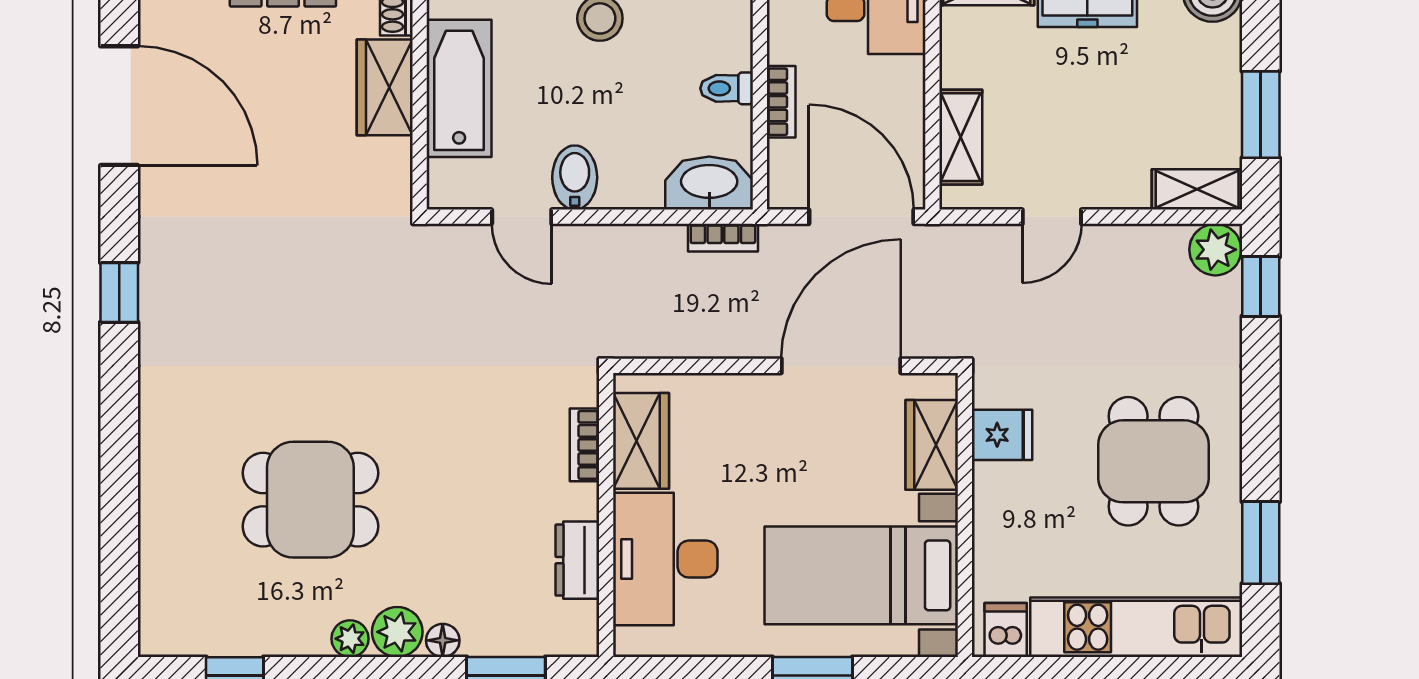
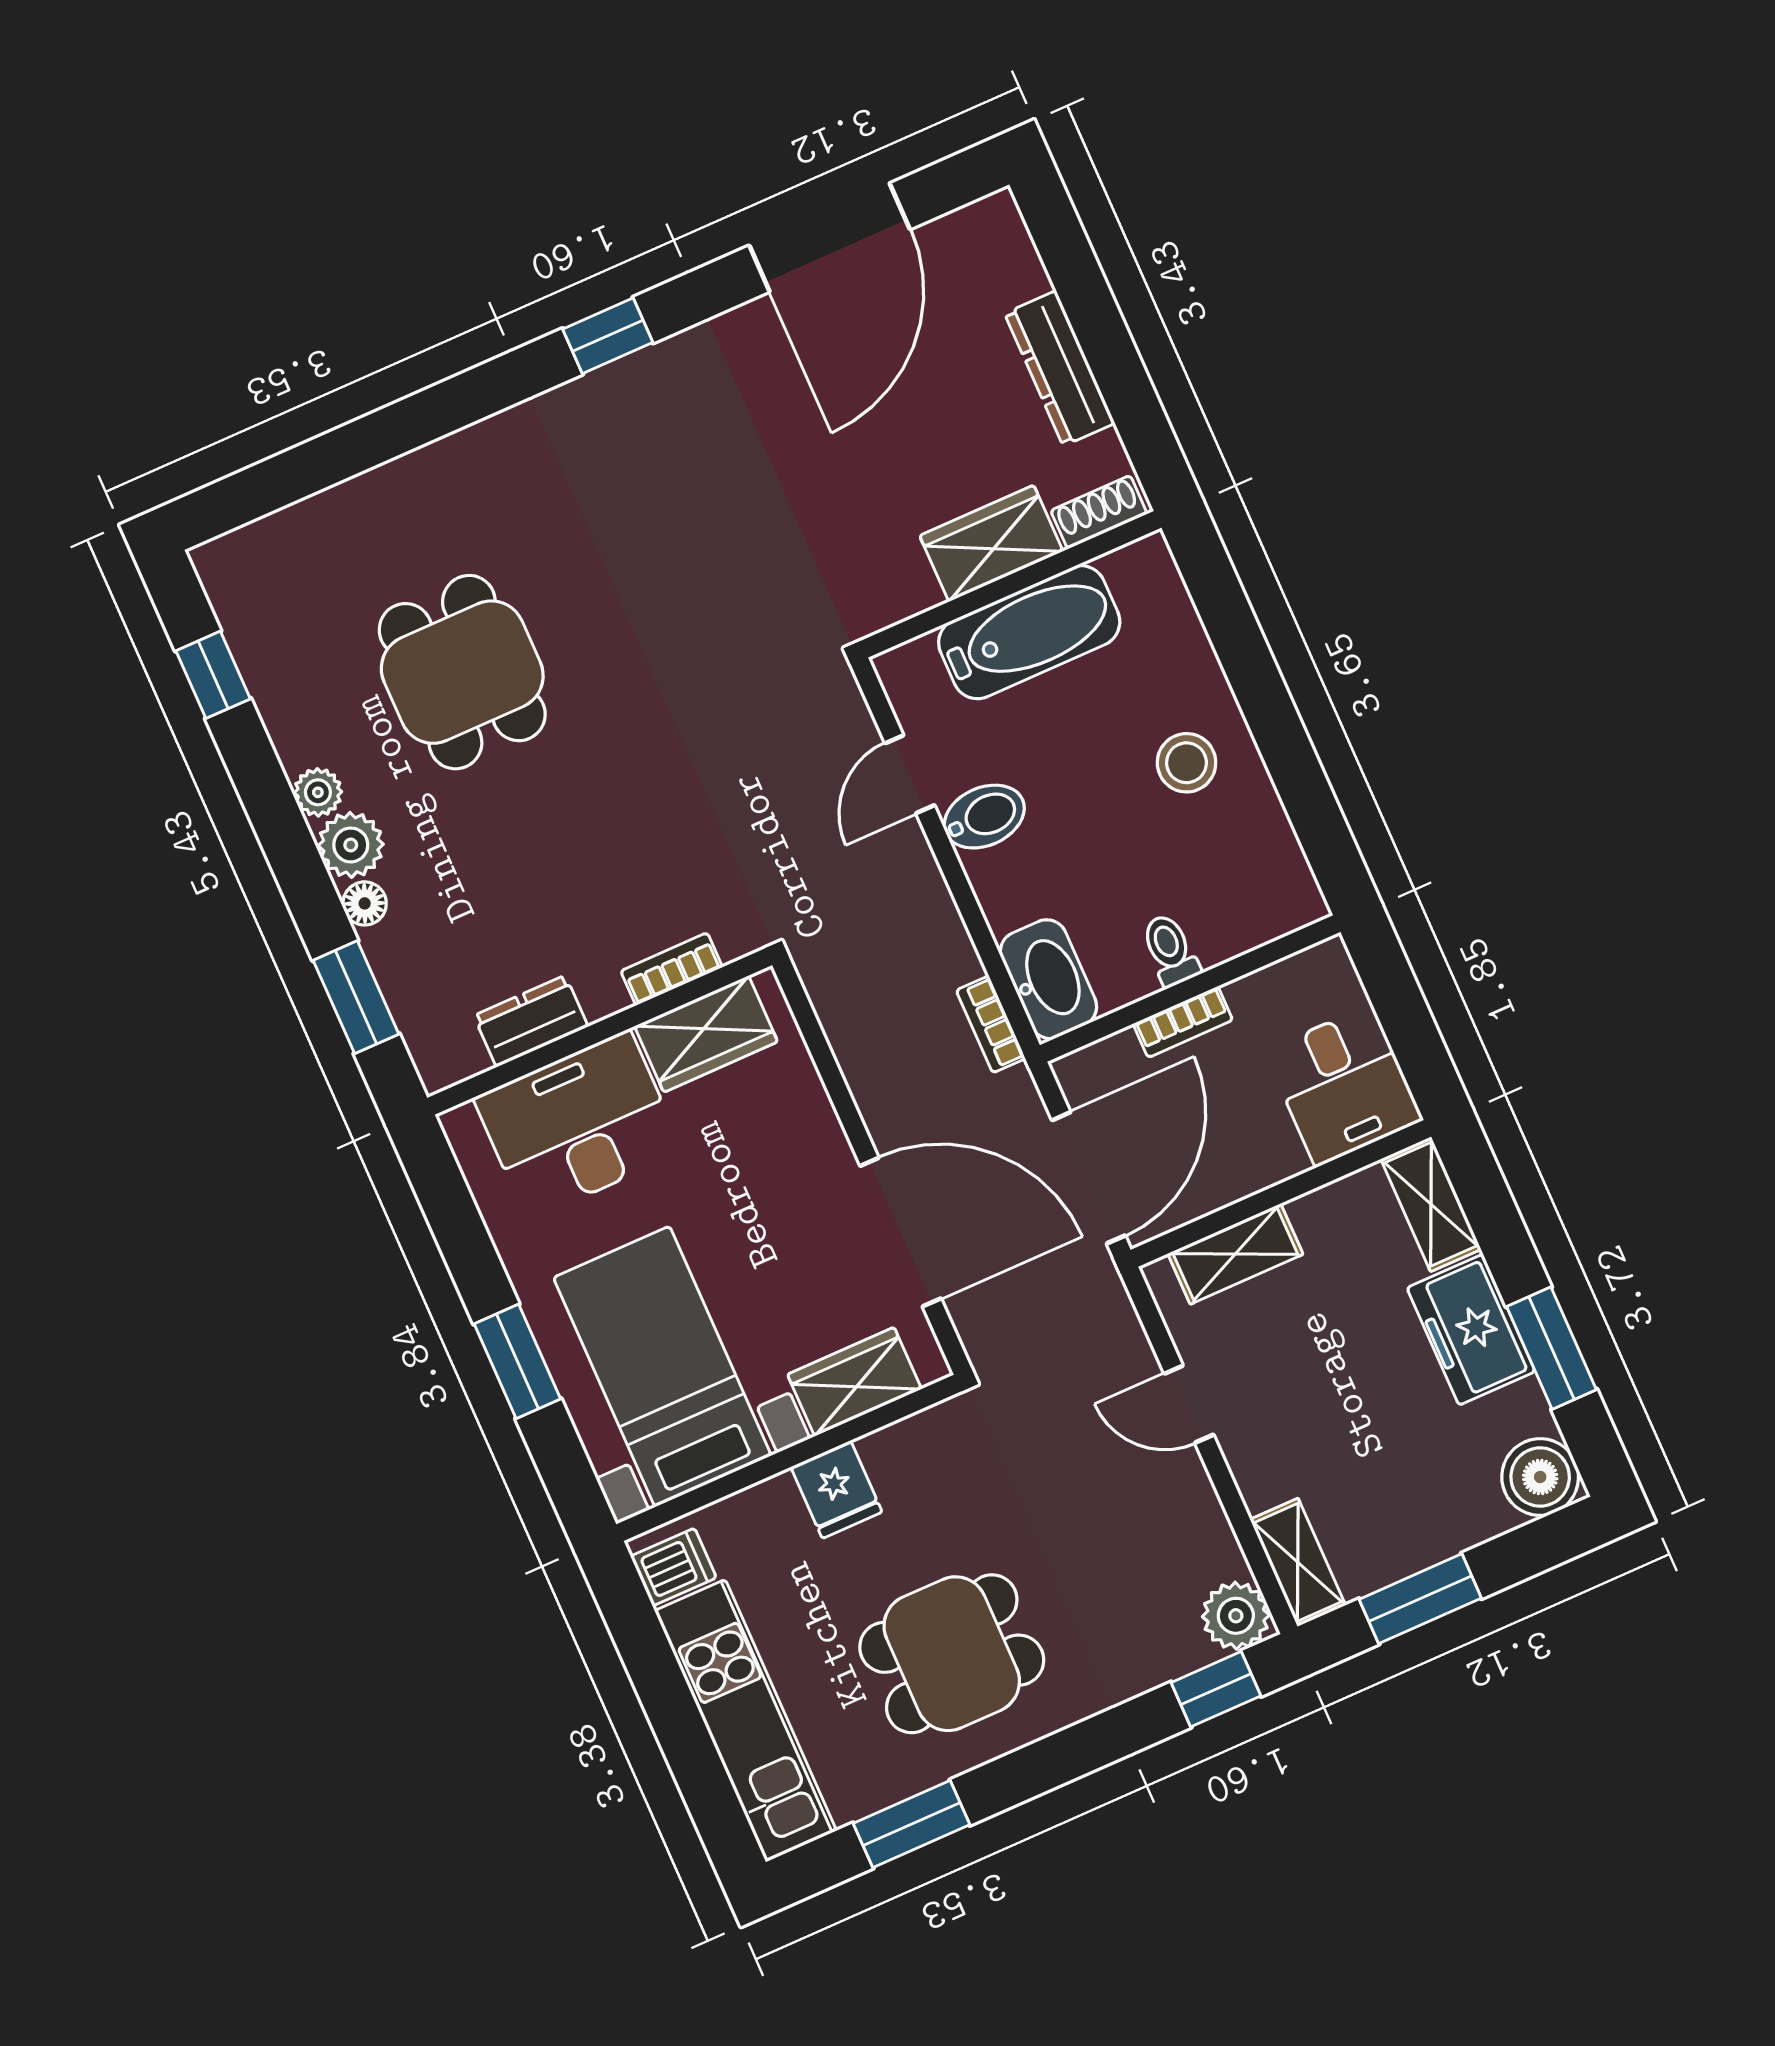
fridge: (1002, 435) -> (836, 1490), moved

